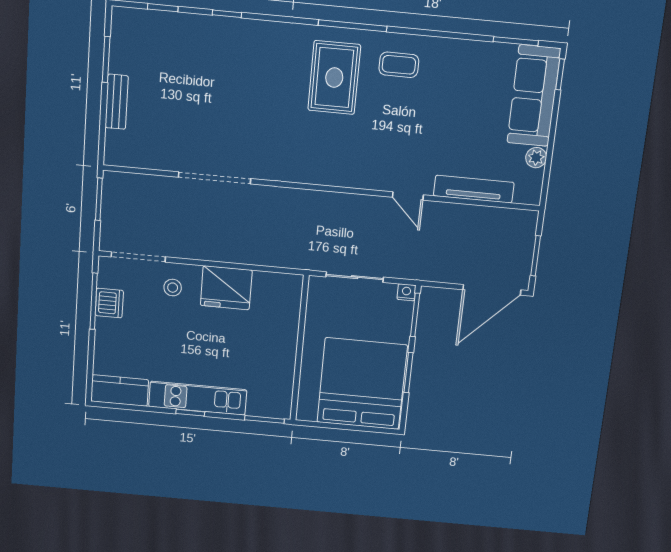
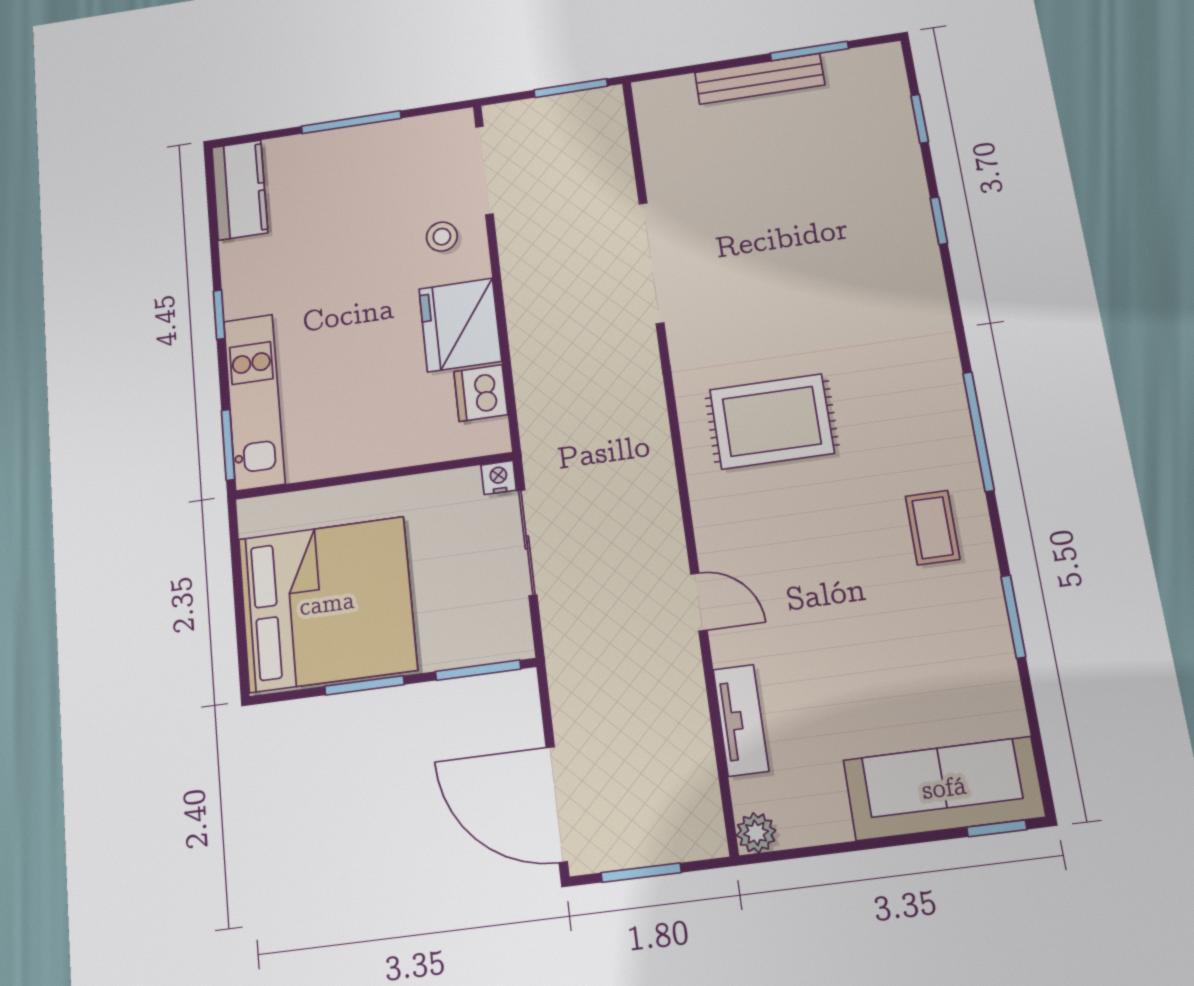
window: (516, 41) -> (1013, 617), moved
rug: (334, 78) -> (772, 421), moved
bench: (117, 102) -> (760, 79), width x1.36
plant: (536, 158) -> (756, 833), moved
tv unit: (474, 189) -> (741, 720), width x0.71
door: (408, 196) -> (699, 602), swing flipped
nightstand: (406, 292) -> (499, 478), moved, turned -90
window: (94, 301) -> (351, 122), moved
dishwasher: (109, 303) -> (481, 393), moved, turned 90
kitchen unit: (198, 398) -> (254, 402), moved

